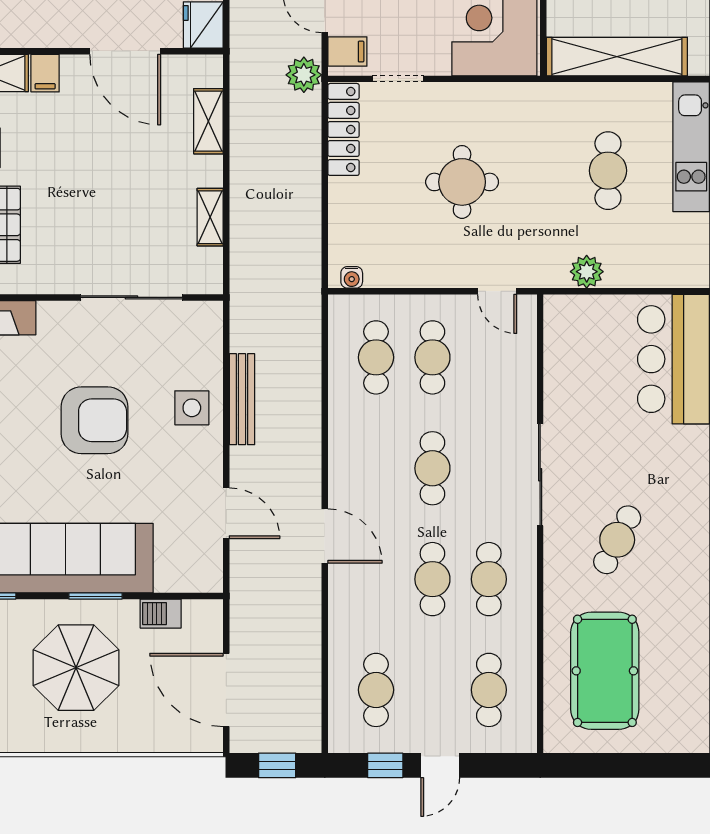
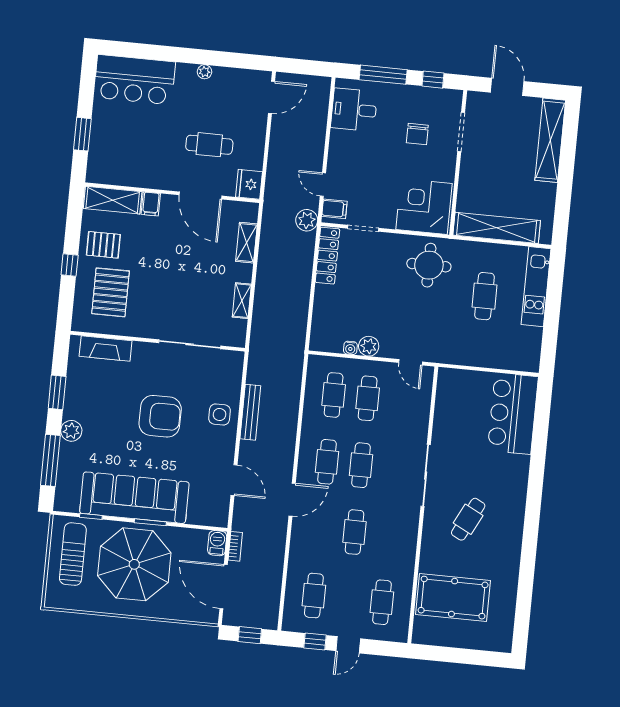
round table: (462, 182) -> (429, 265), moved
plant: (587, 272) -> (369, 346), moved
water cooler: (352, 277) -> (350, 348), moved
door: (325, 536) -> (292, 500), hinge flipped
cafe table: (489, 579) -> (327, 462), moved
barbecue: (161, 614) -> (217, 543), moved, turned 90
bookcase: (239, 622) -> (235, 546), added
parasol: (76, 668) -> (134, 564), width x1.36, depth x1.36
pool table: (605, 671) -> (453, 598), turned 90

